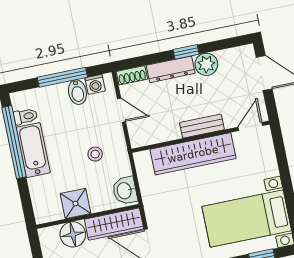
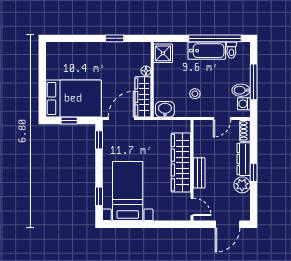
shower: (75, 204) -> (163, 53), moved
floor lamp: (73, 234) -> (146, 71), width x0.53, depth x0.53

